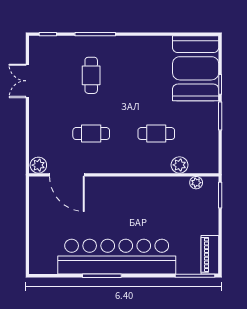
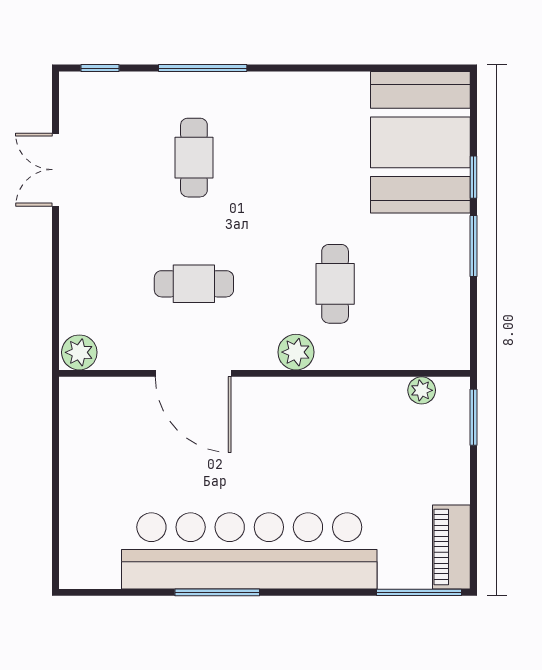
cafe table: (156, 134) -> (335, 284), turned 90
plant: (179, 165) -> (296, 352), moved
door: (67, 175) -> (193, 373), moved

